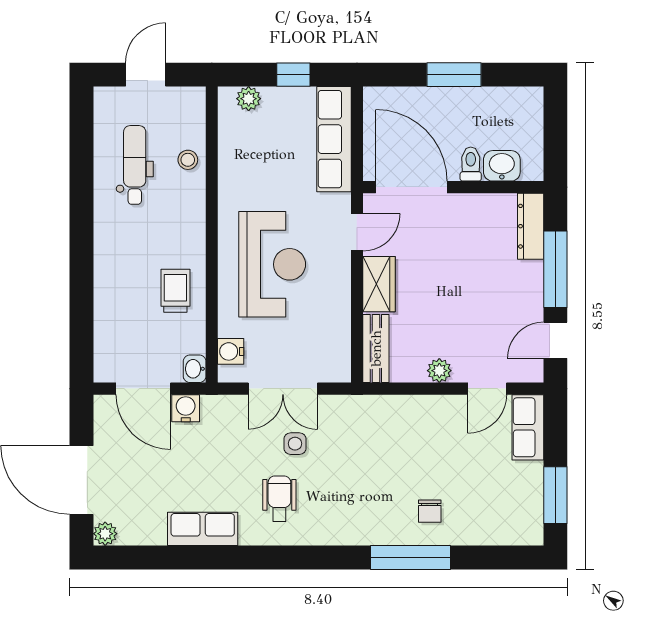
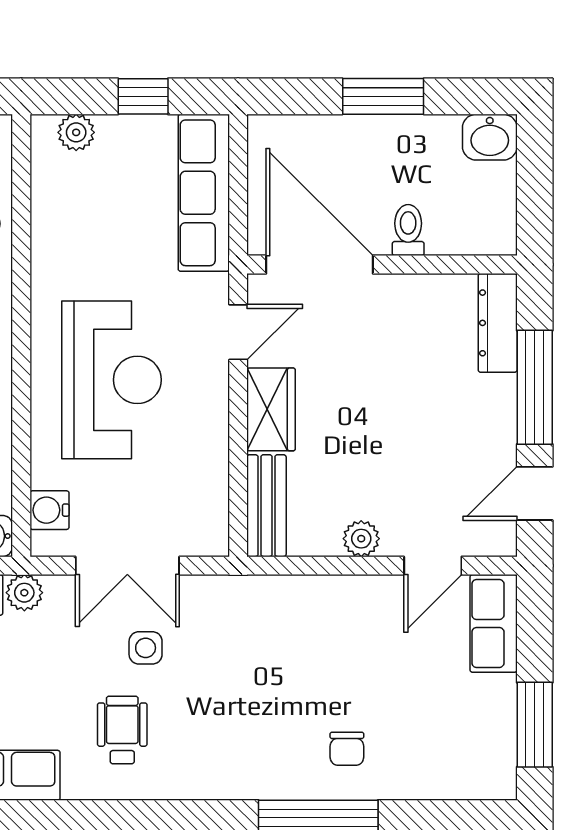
washbasin: (502, 166) -> (490, 137), moved, turned 180
plant: (214, 407) -> (24, 593), added

